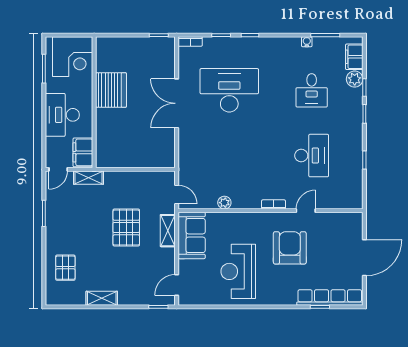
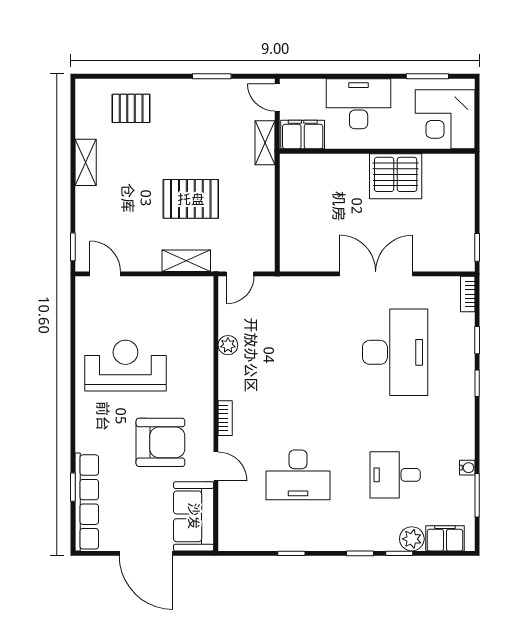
sofa: (192, 235) -> (194, 516), moved, turned 90

